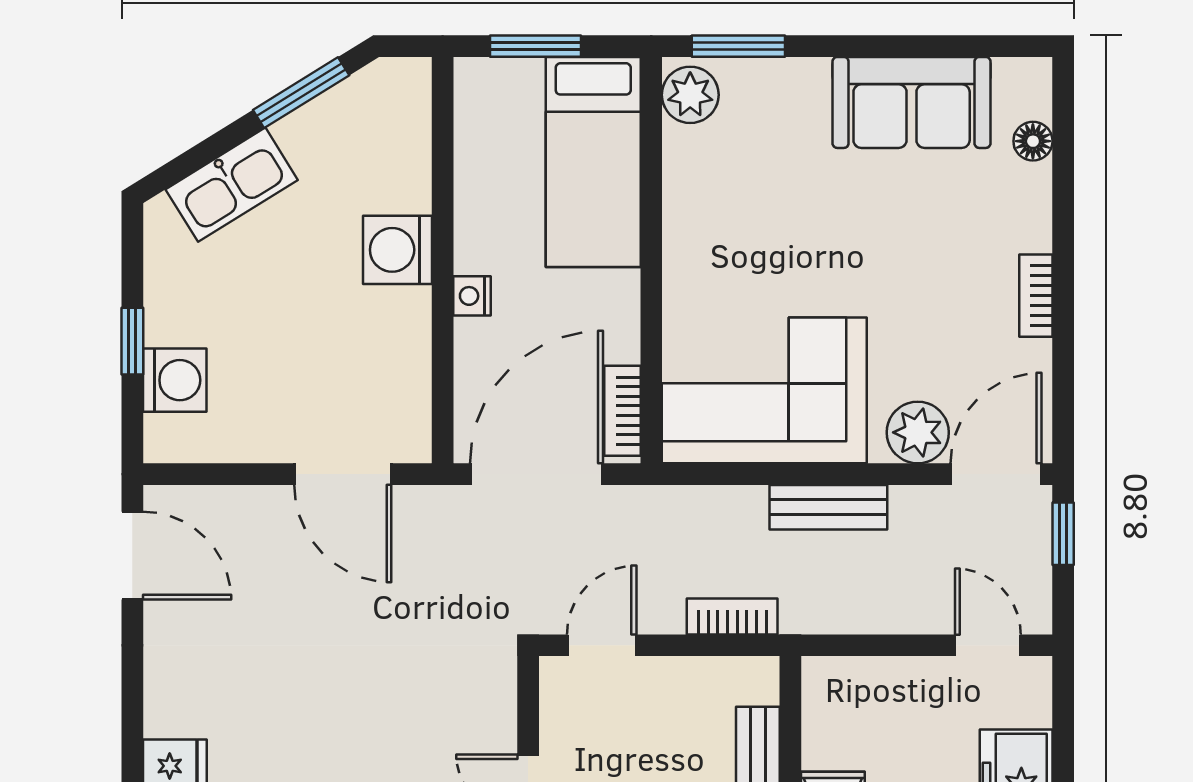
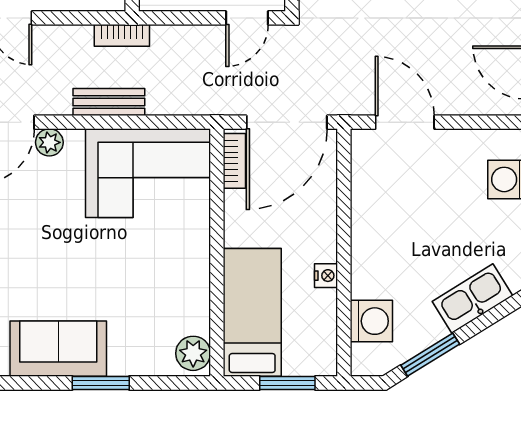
window: (738, 46) -> (101, 383), moved
washing machine: (398, 250) -> (371, 321), moved
nightstand: (472, 296) -> (326, 276), moved
plant: (918, 432) -> (49, 142), width x0.73, depth x0.73
bookcase: (732, 616) -> (122, 35), moved

